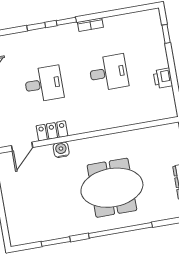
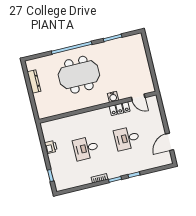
door: (22, 147) -> (138, 97), swing flipped

